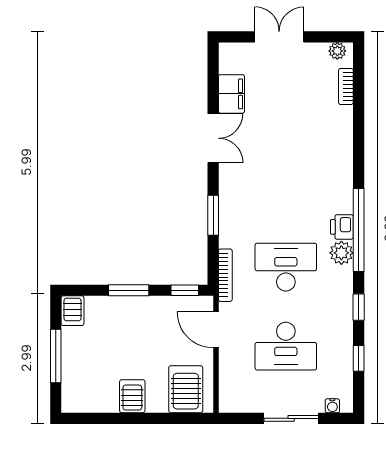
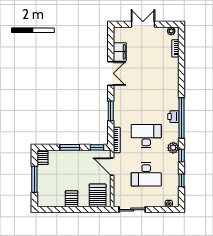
plant: (341, 253) -> (173, 148), moved
sliding door: (291, 418) -> (132, 210), moved

